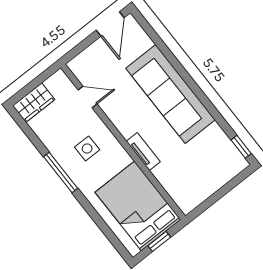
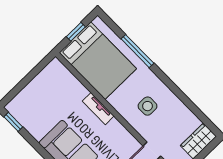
window: (61, 173) -> (137, 51), moved

